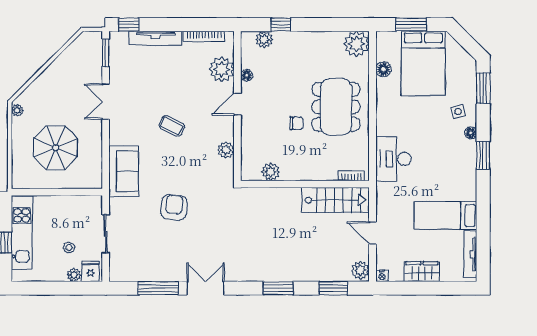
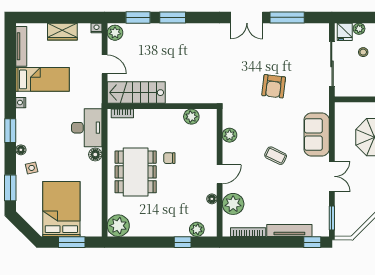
floor lamp: (383, 69) -> (95, 154), moved
sofa: (124, 171) -> (317, 134), moved
nightstand: (471, 188) -> (21, 103), added
sliding door: (106, 234) -> (332, 64), width x1.37
window: (278, 288) -> (173, 17), moved

